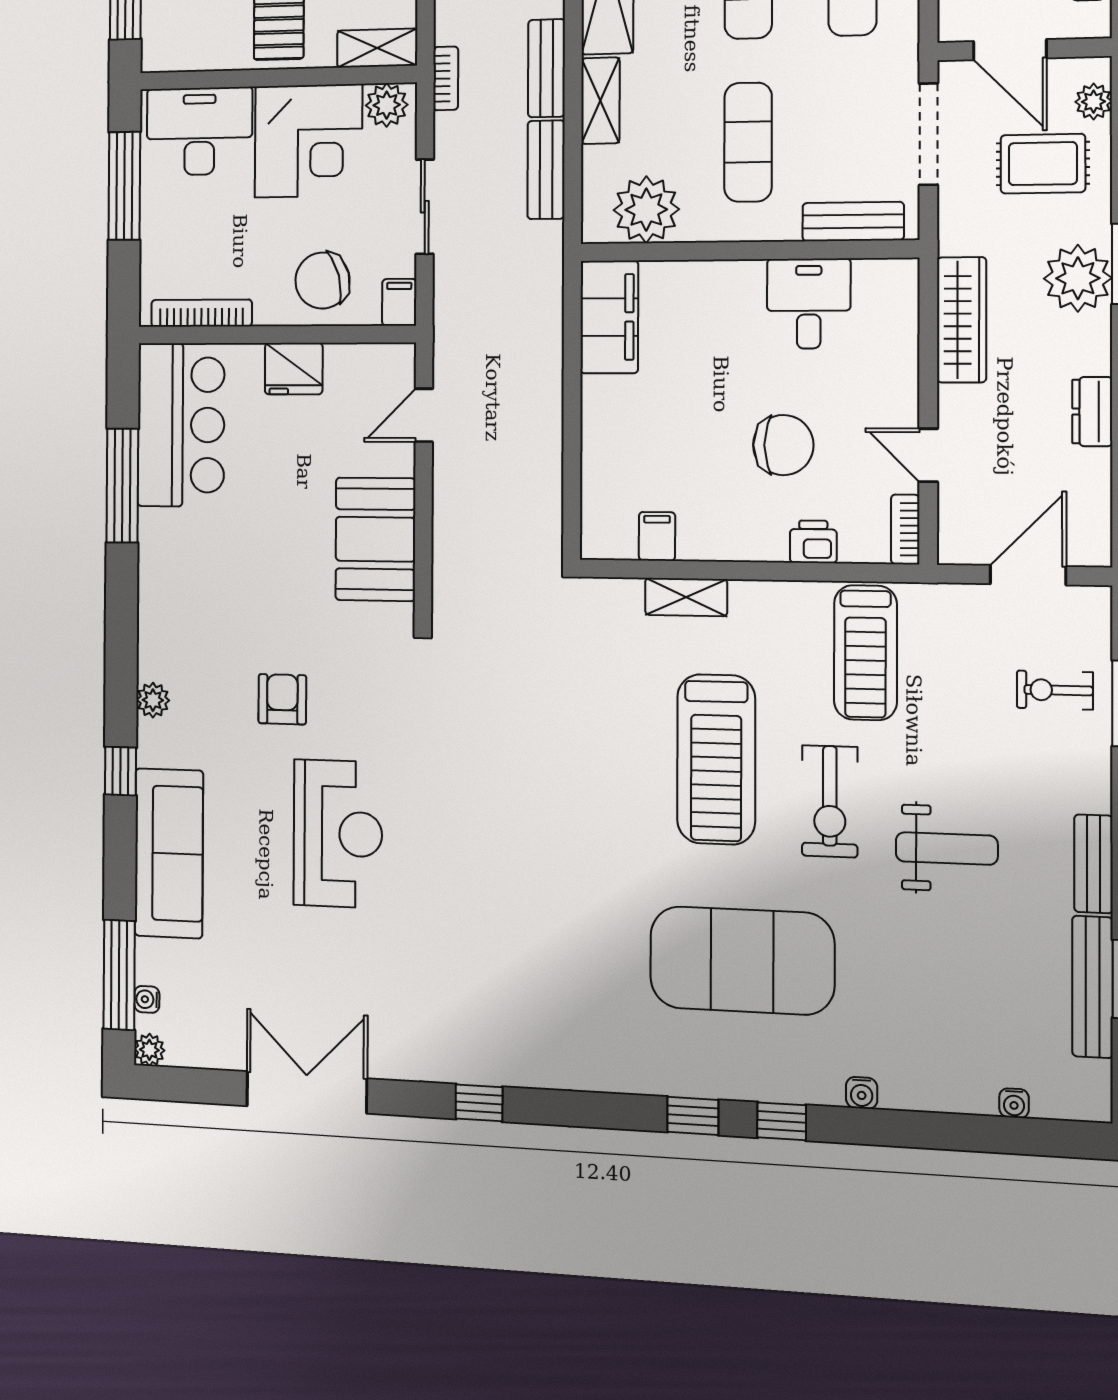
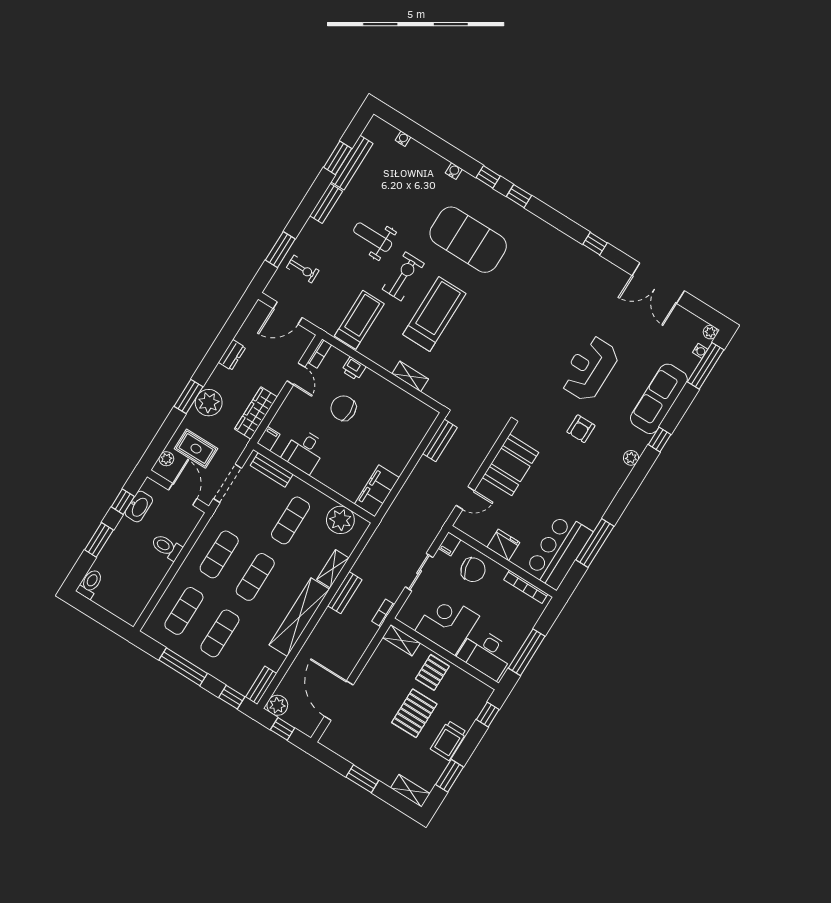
plant: (387, 105) -> (410, 617), removed
bench: (546, 170) -> (440, 440), moved
filing cabinet: (657, 536) -> (269, 439), moved, turned 180

